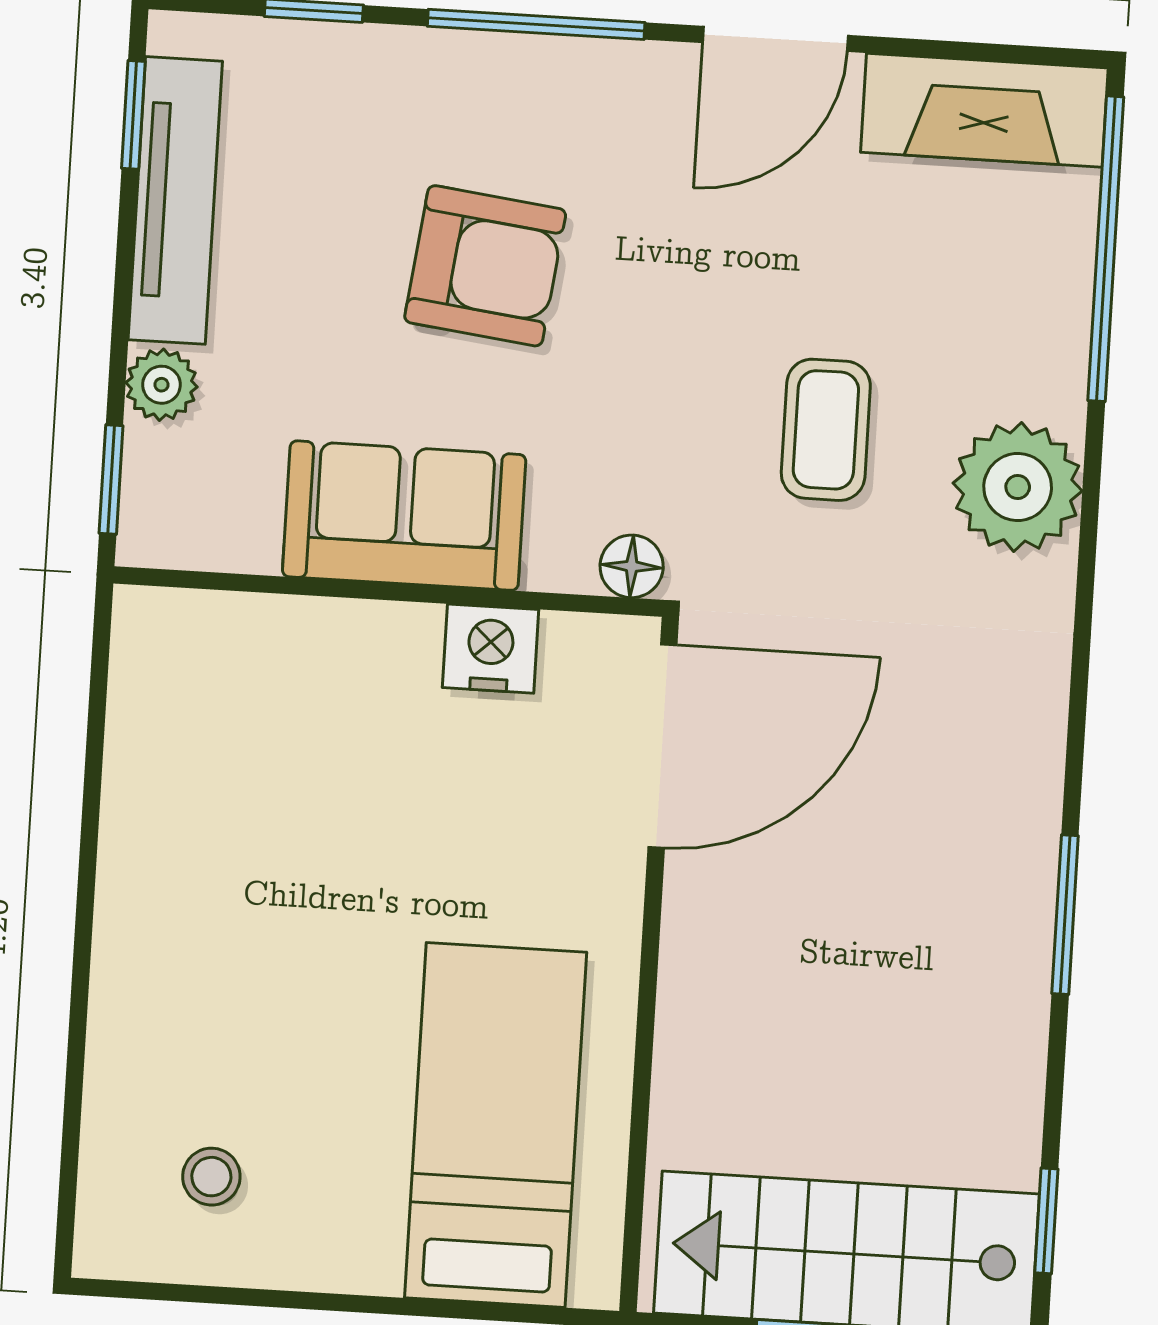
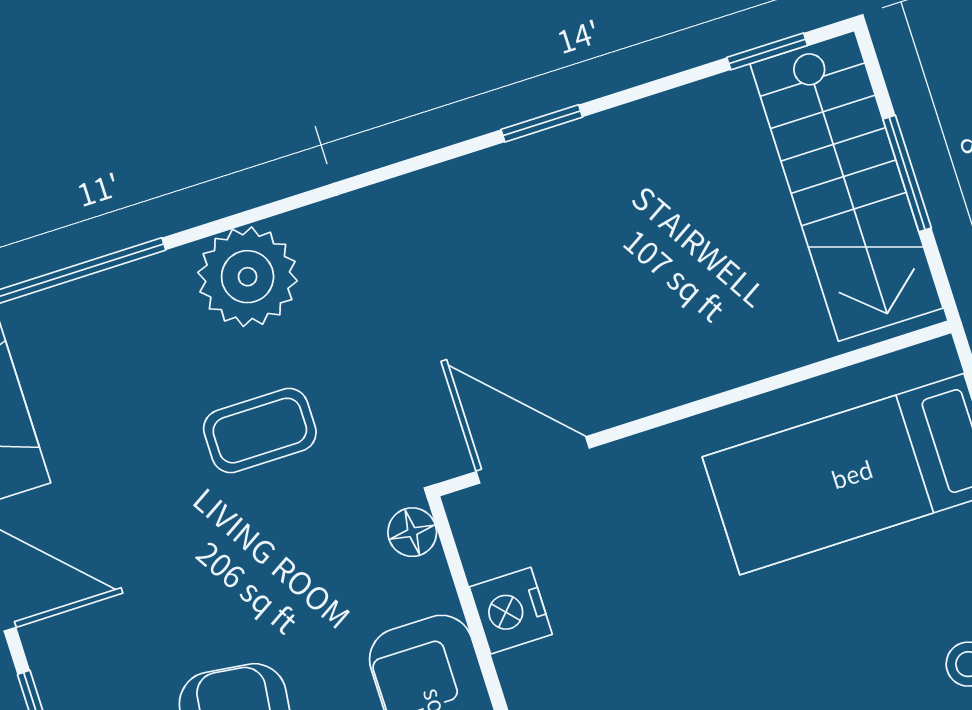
door: (662, 746) -> (533, 460), width x0.73
window: (1065, 915) -> (542, 123), width x0.67

